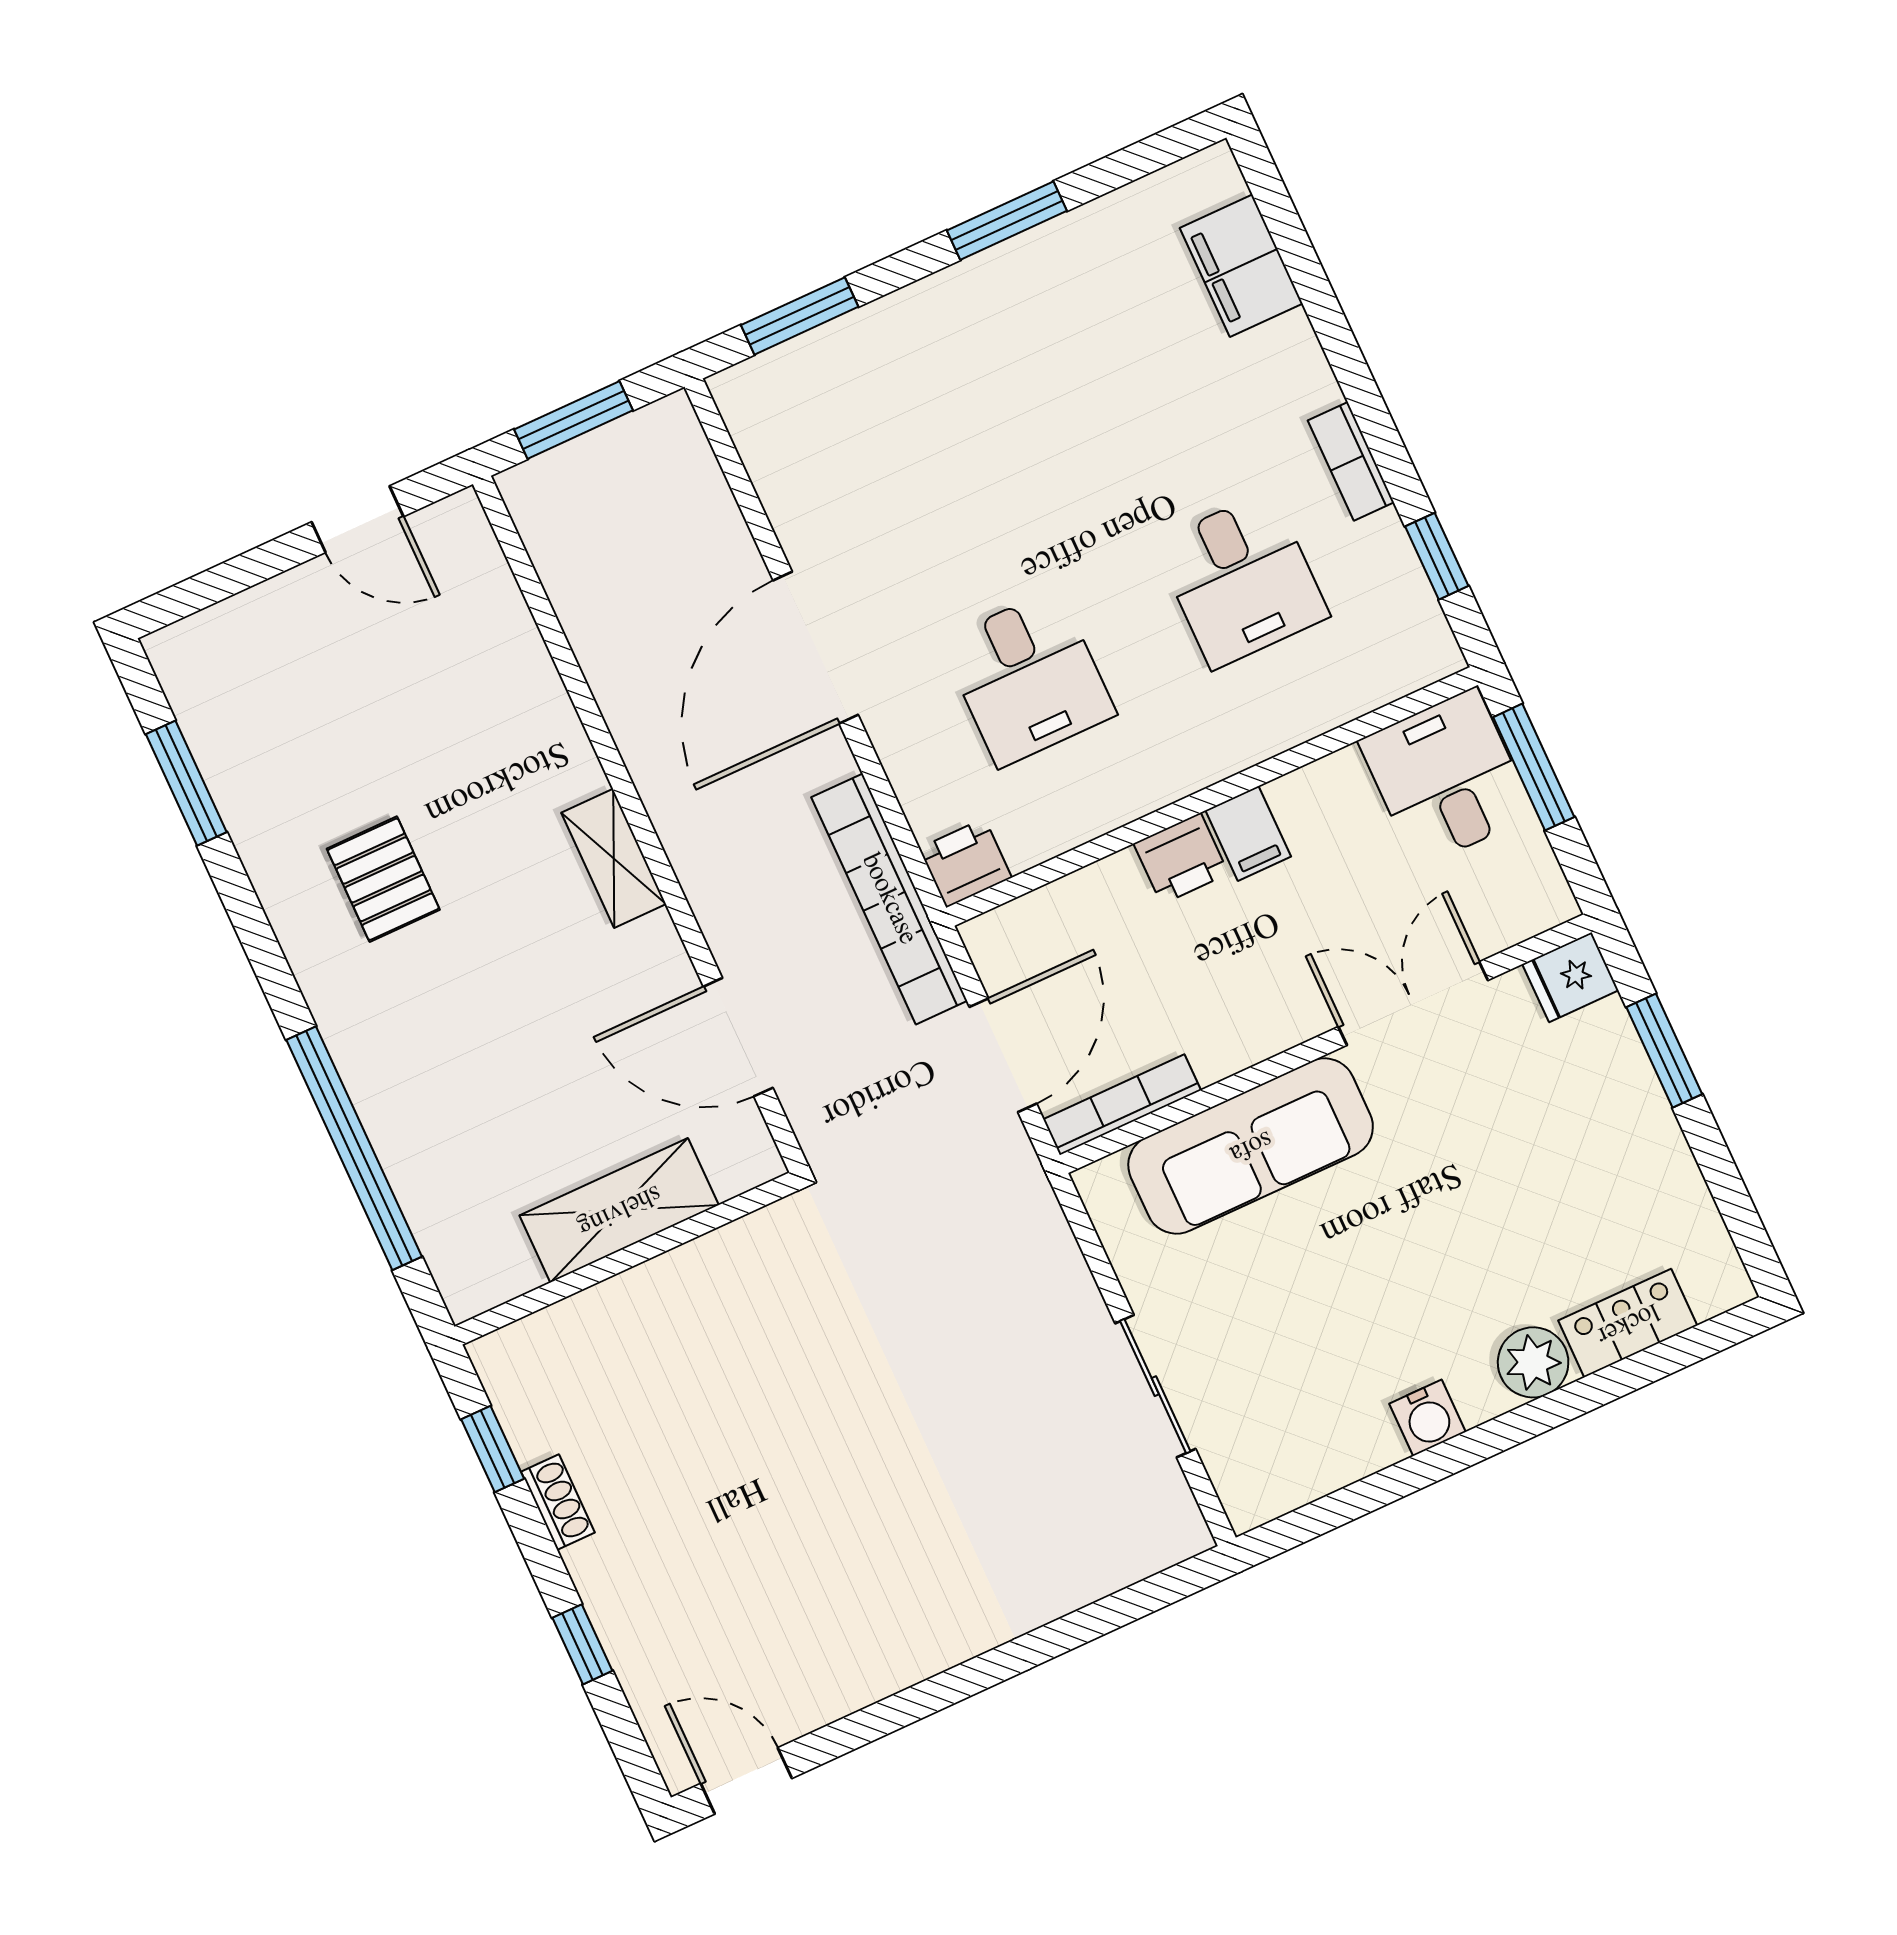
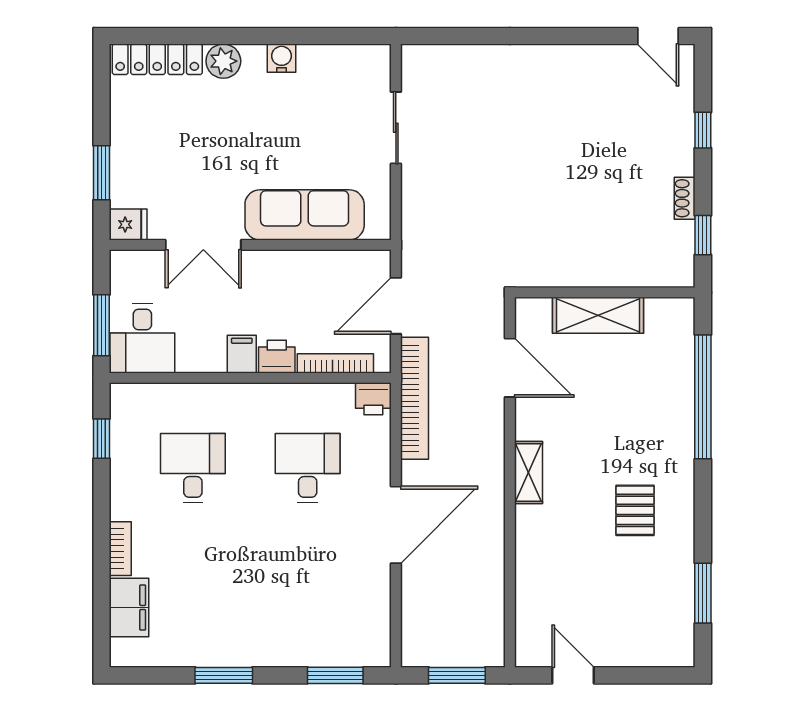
bookcase: (1351, 461) -> (120, 549), moved
bookcase: (1122, 1105) -> (335, 363), moved, turned 180
locker: (1628, 1323) -> (157, 59), width x1.53

